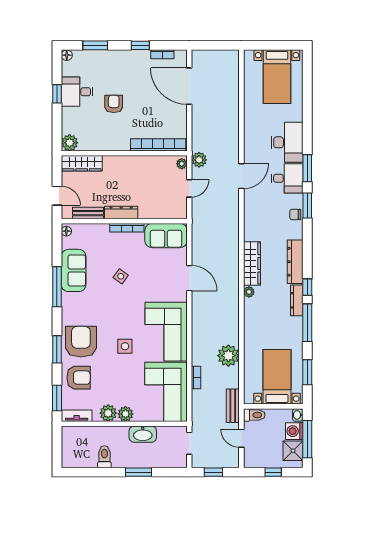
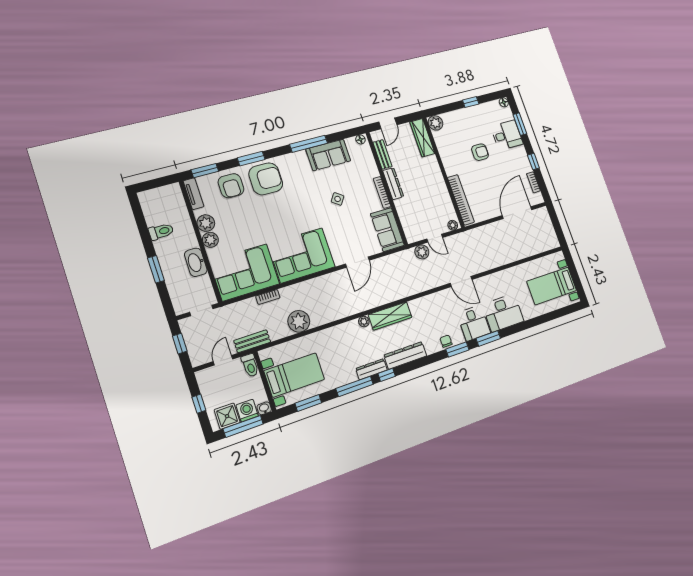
desk: (77, 92) -> (507, 135), moved, turned 90
plant: (199, 160) -> (422, 252), moved
side table: (125, 346) -> (275, 221), removed

